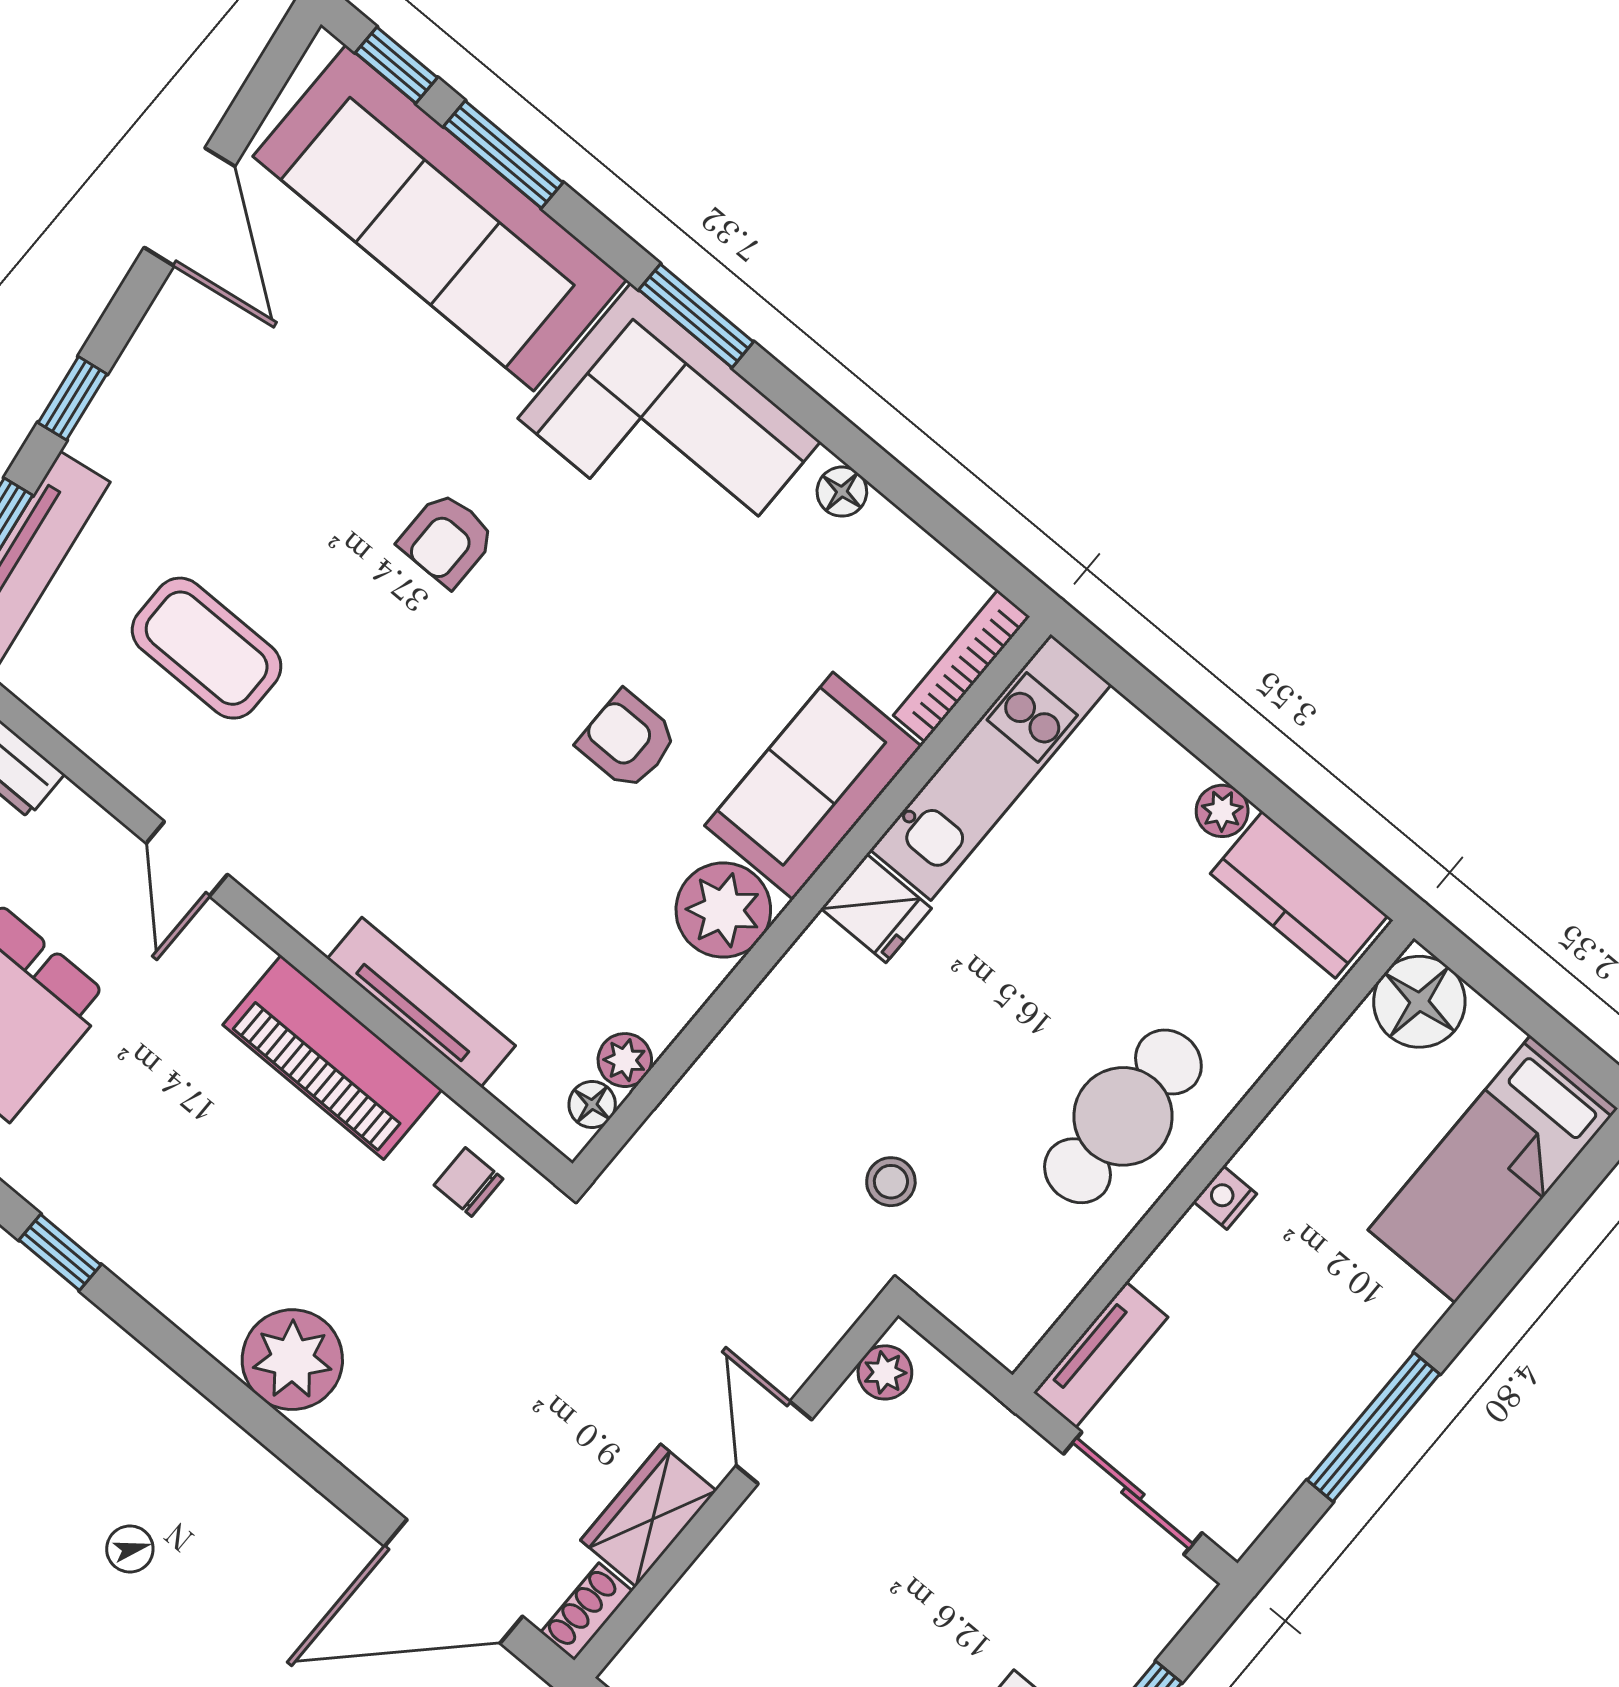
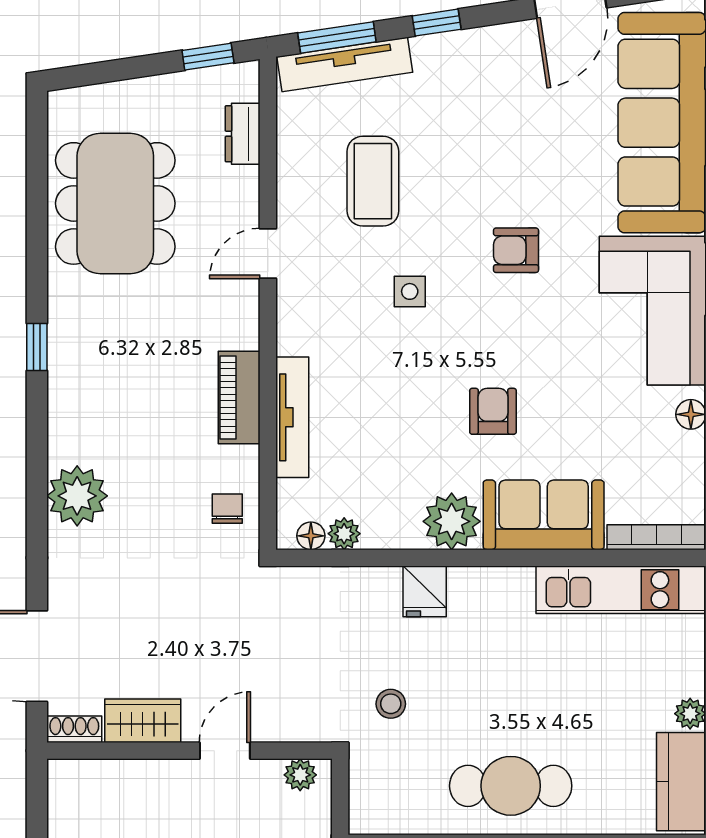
side table: (386, 719) -> (410, 291), added
fridge: (876, 908) -> (425, 591), moved
piano: (332, 1057) -> (239, 398), width x0.73, depth x0.75

